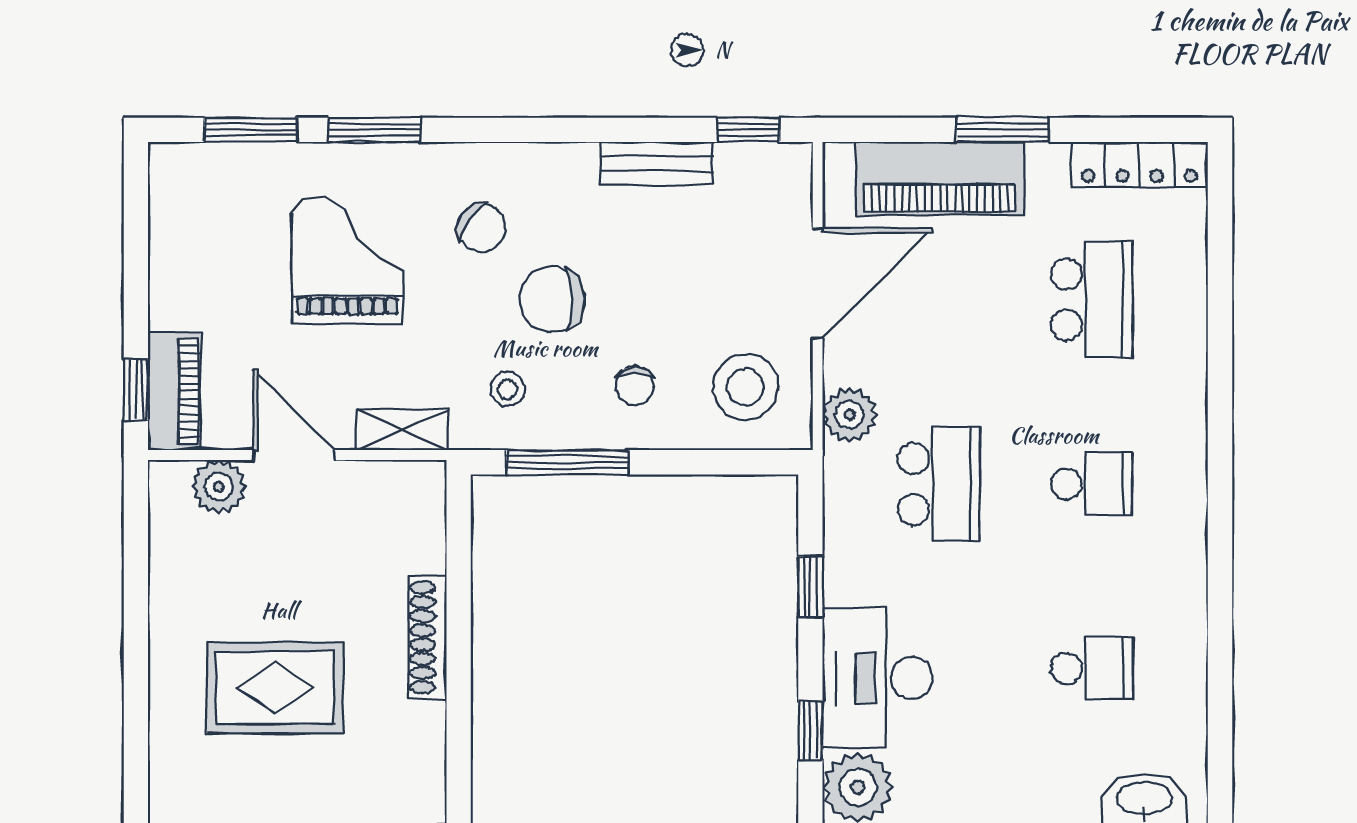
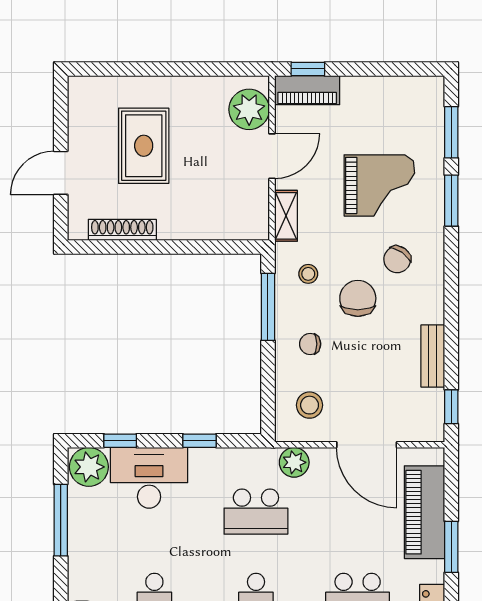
stool: (746, 387) -> (310, 405), width x0.73, depth x0.73
plant: (219, 487) -> (249, 109), width x1.36, depth x1.36
shoe rack: (428, 638) -> (122, 230), moved

